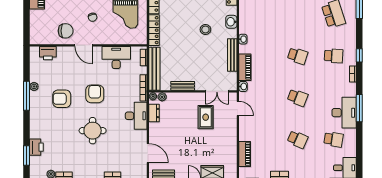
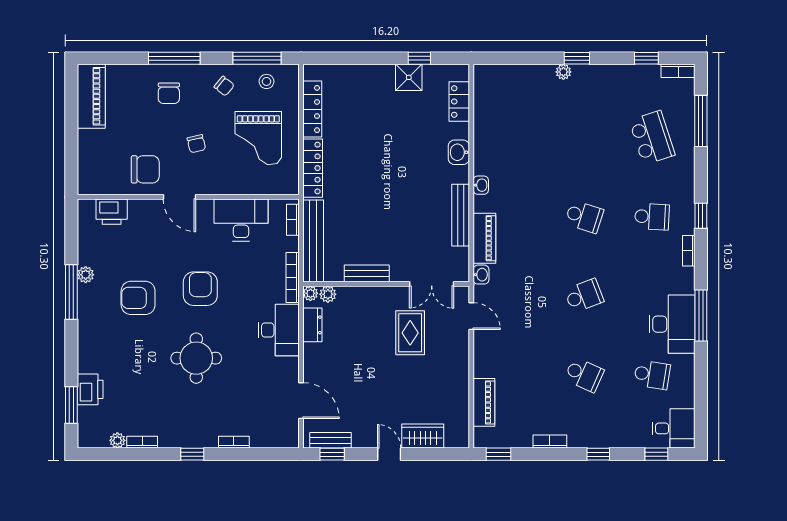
stool: (205, 29) -> (410, 167), removed
school desk: (298, 98) -> (584, 296), turned -42

